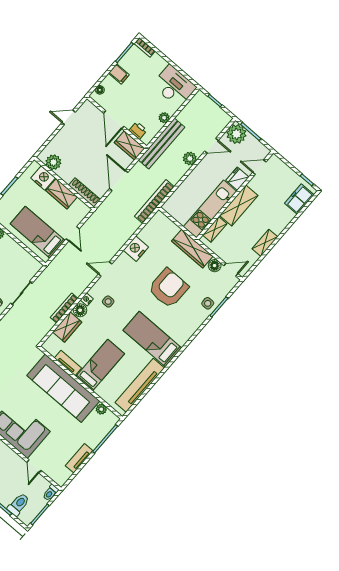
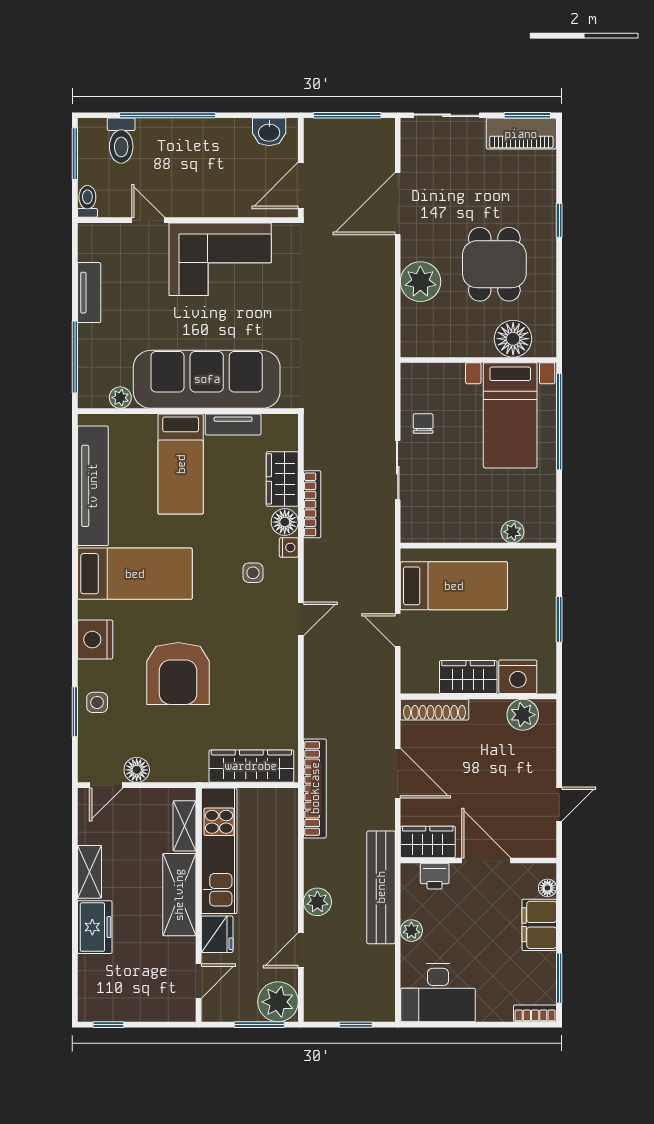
filing cabinet: (119, 74) -> (539, 925), width x2.00
freezer: (299, 199) -> (95, 927), moved
nightstand: (136, 249) -> (95, 640), moved, turned 180
wardrobe: (192, 249) -> (251, 766), moved

